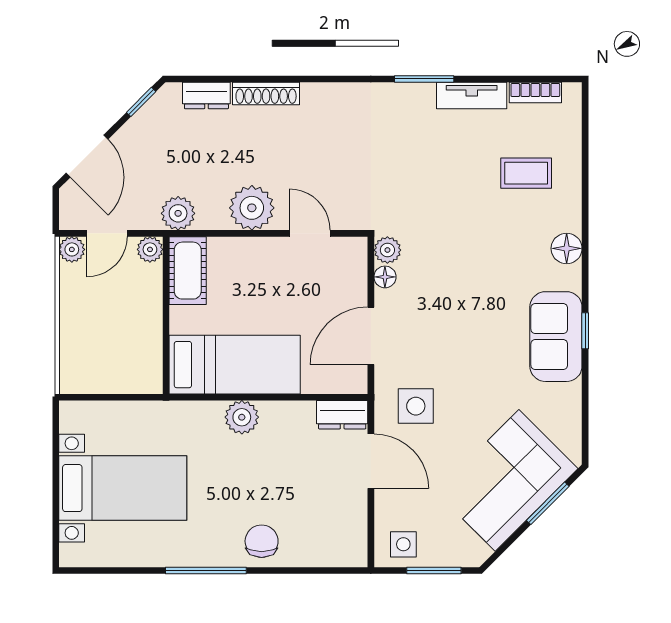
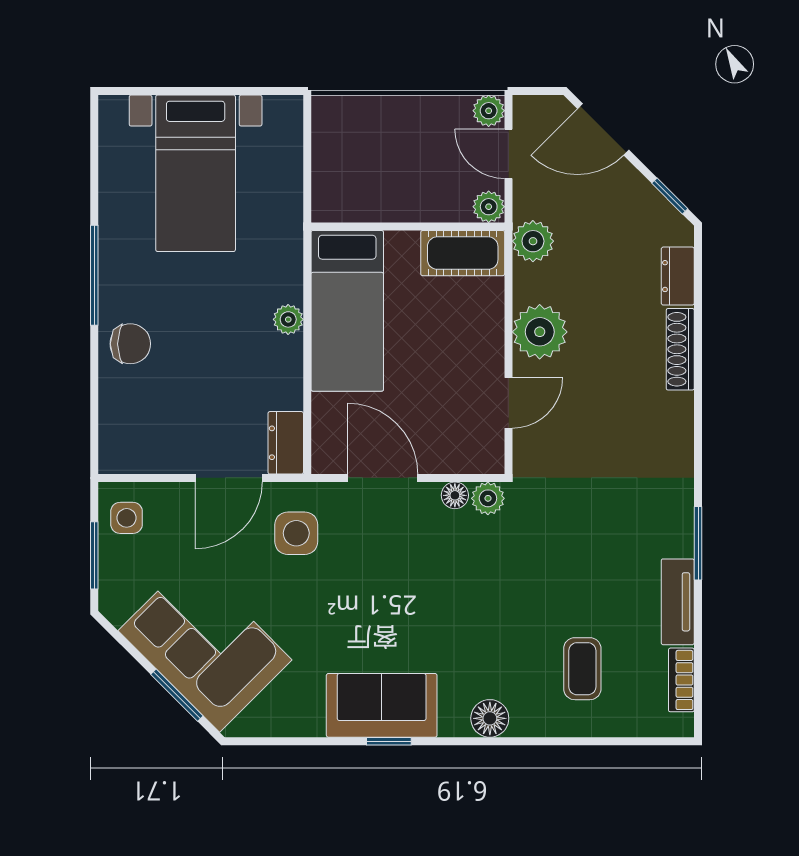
plant: (242, 417) -> (288, 319), width x0.73, depth x0.73

